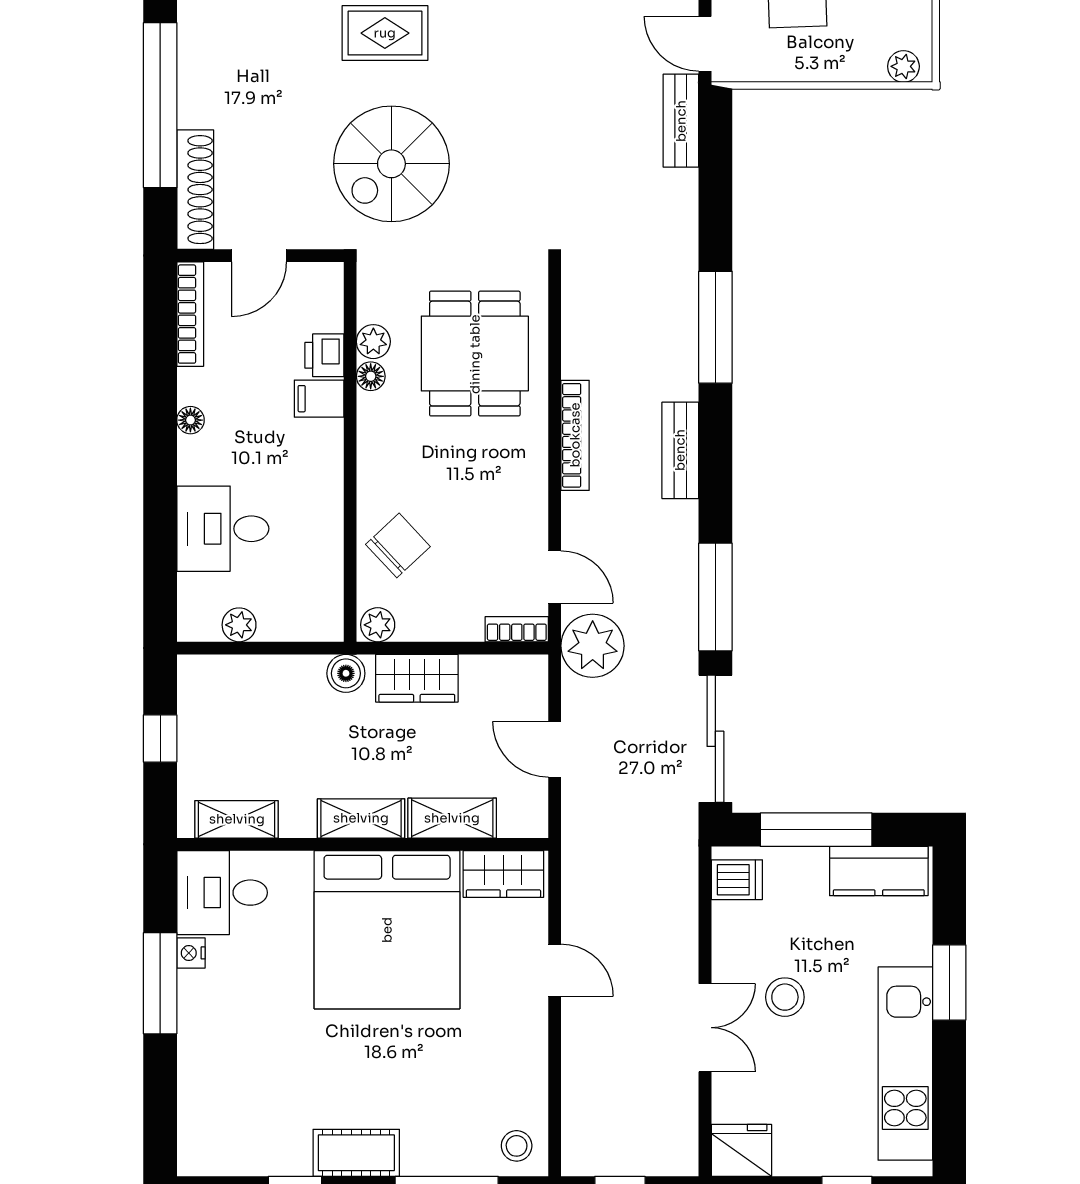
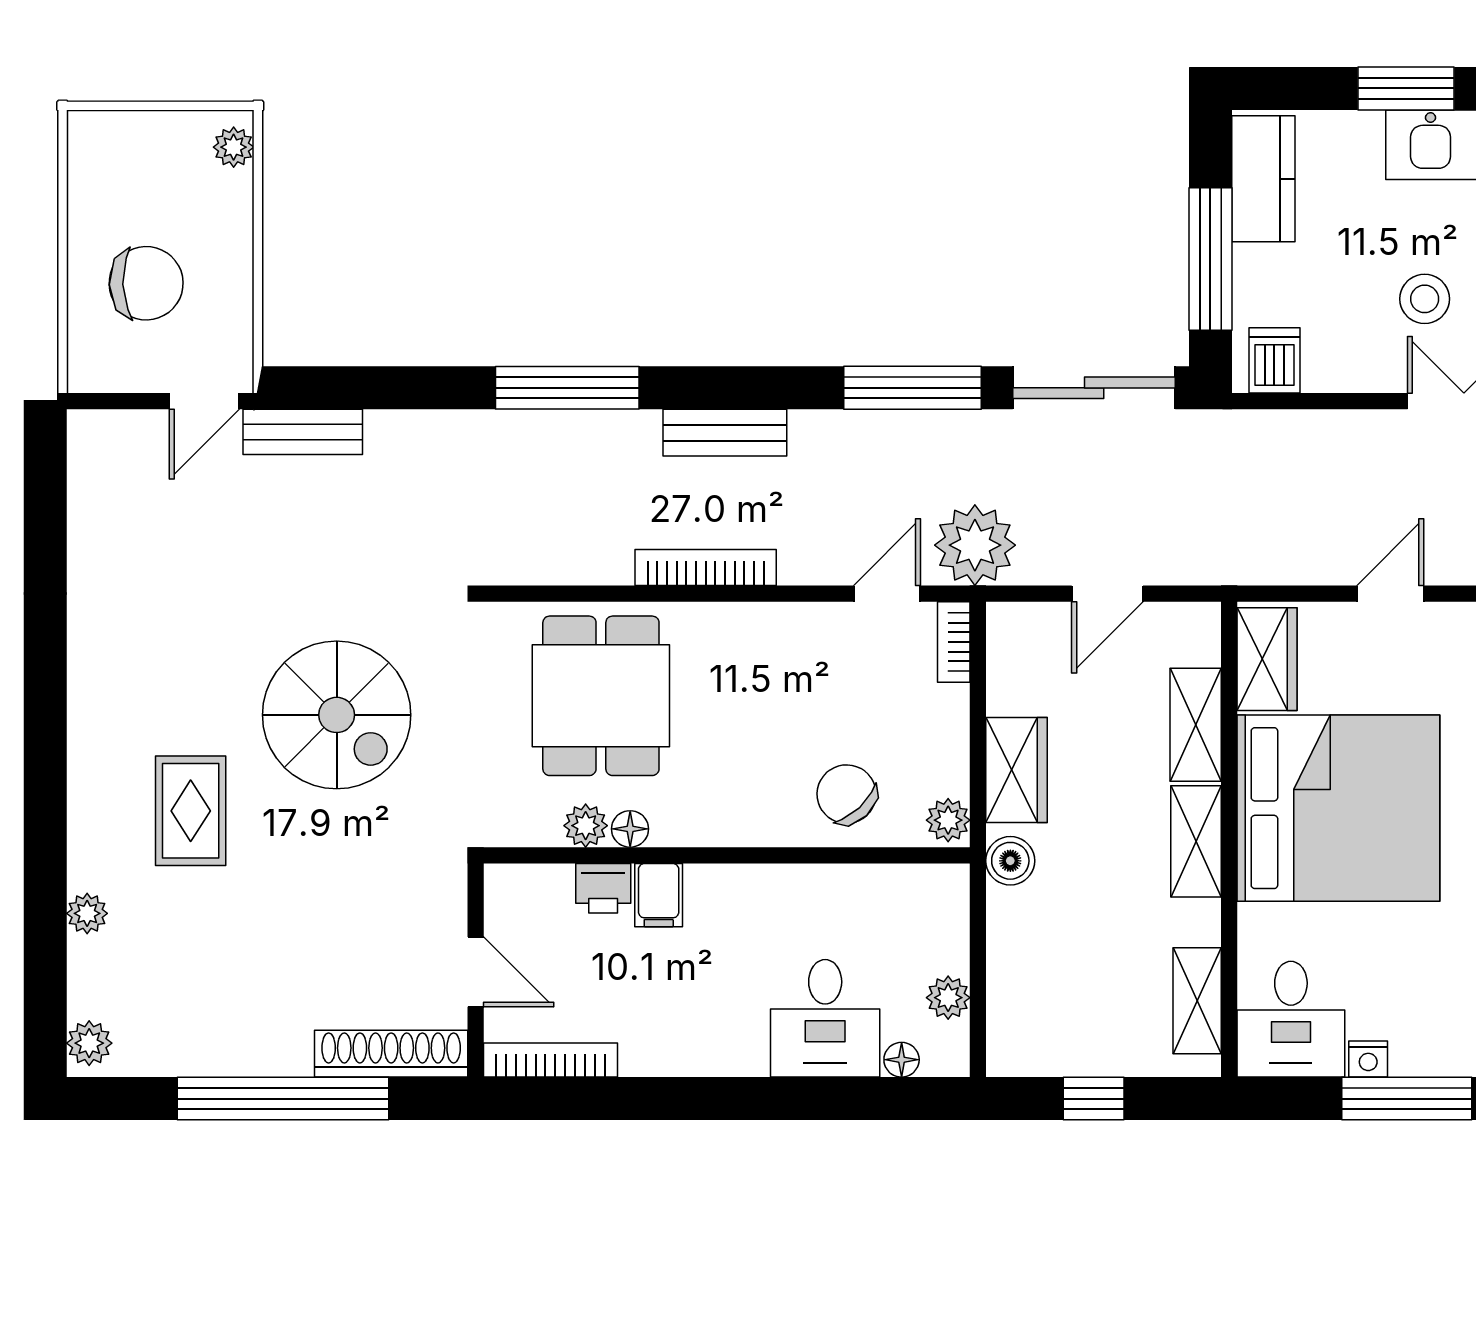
spiral stairs: (391, 164) -> (337, 715), moved
dining table: (475, 354) -> (601, 696), turned 90
floor lamp: (190, 420) -> (902, 1060), moved

